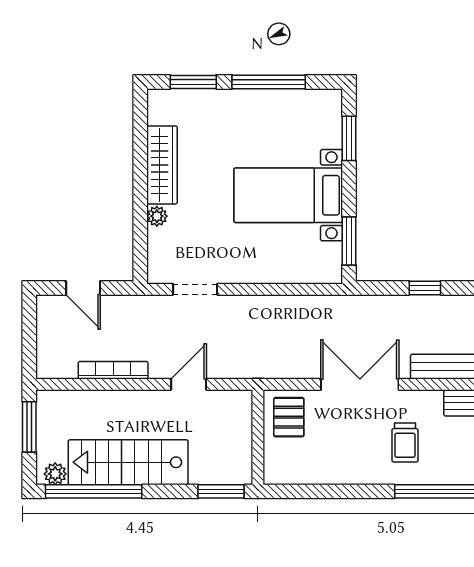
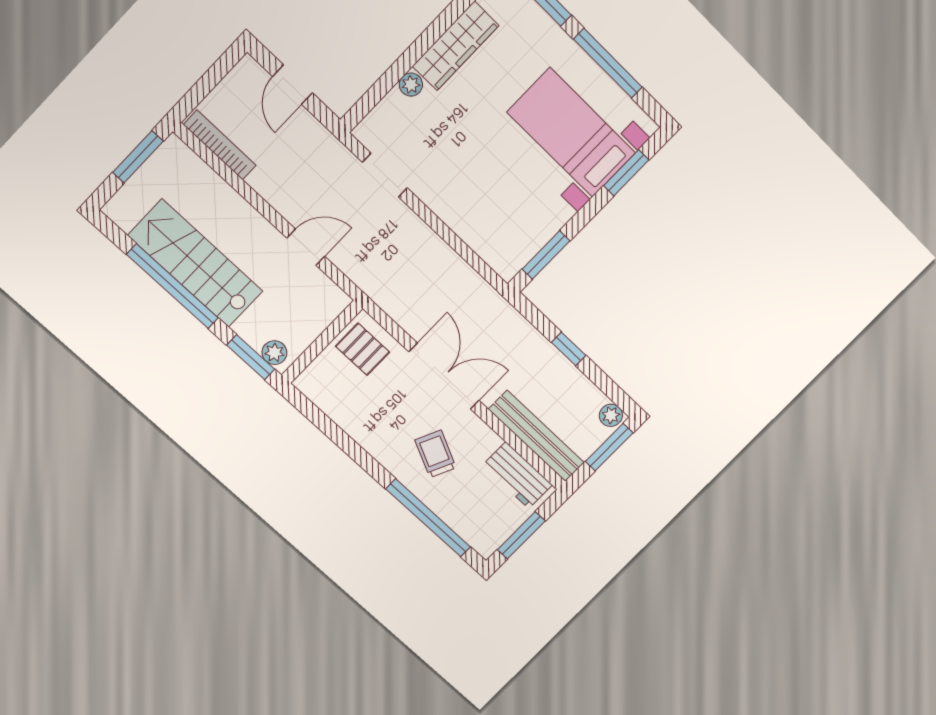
bed with nightstands: (288, 195) -> (571, 133), moved
bookcase: (113, 370) -> (220, 145), moved
pallet: (289, 417) -> (363, 349), turned 90
trolley: (405, 443) -> (435, 454), turned 115
plant: (55, 474) -> (274, 353), moved
window: (94, 491) -> (173, 286), moved

